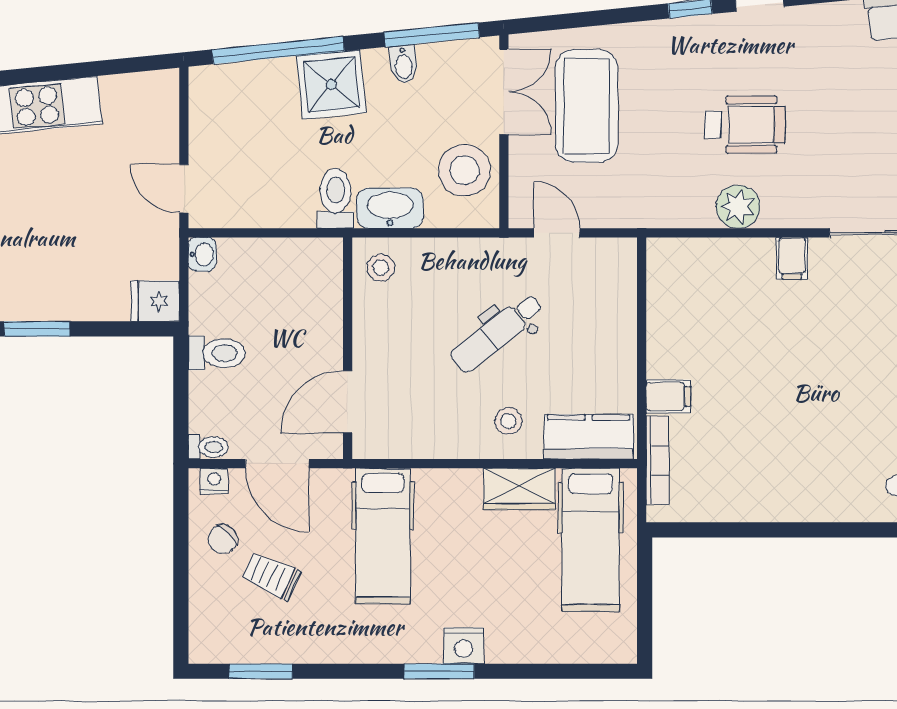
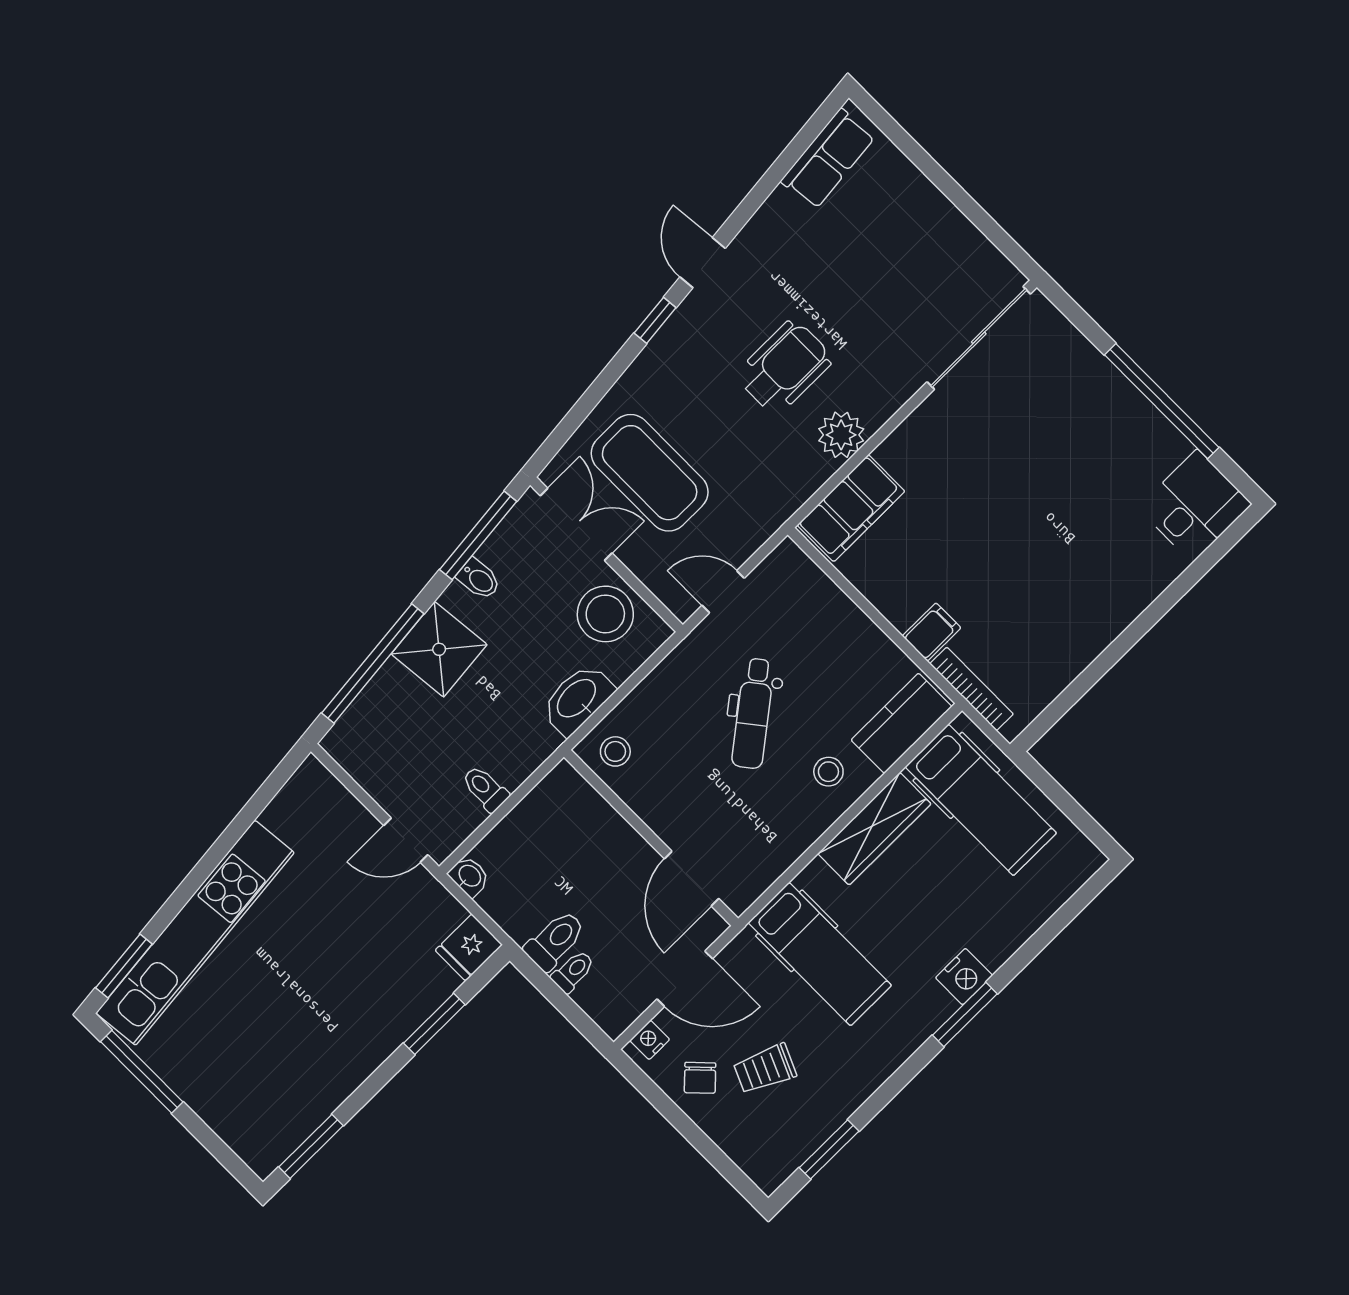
toilet: (336, 198) -> (485, 789), moved, width x0.73, depth x0.72
filing cabinet: (792, 258) -> (851, 508), moved, width x3.00, depth x1.17
window: (37, 329) -> (434, 1024), moved
toilet: (208, 447) -> (573, 971), moved
wardrobe: (519, 489) -> (874, 829), width x1.50

